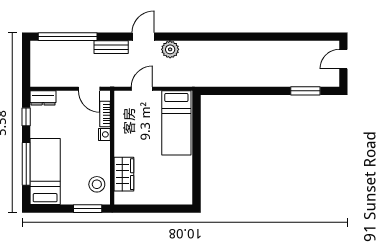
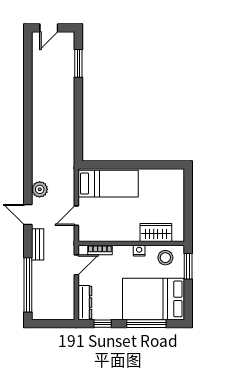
door: (343, 59) -> (49, 28), hinge flipped
door: (142, 89) -> (76, 216), hinge flipped
dresser: (43, 98) -> (85, 303), width x1.44
nightstand: (104, 134) -> (139, 251), moved
bed: (45, 171) -> (153, 299), width x1.50

